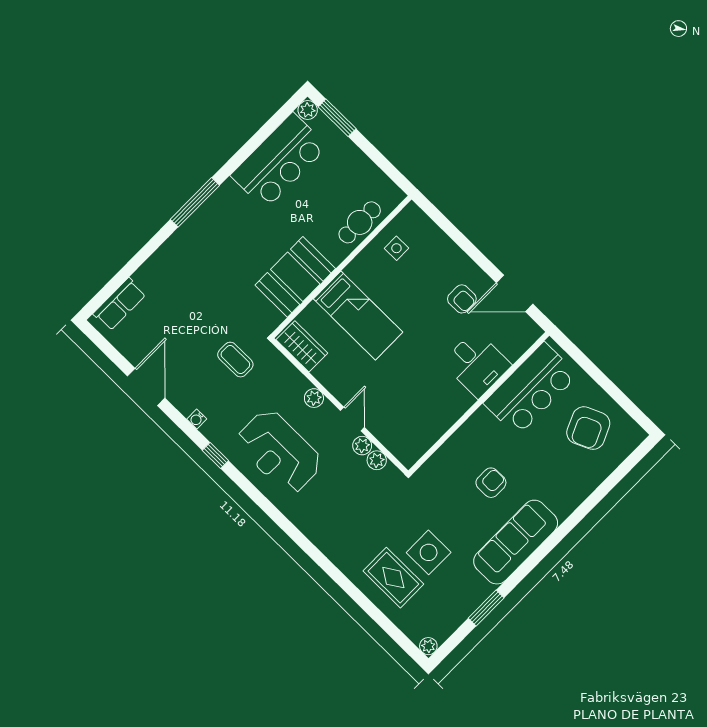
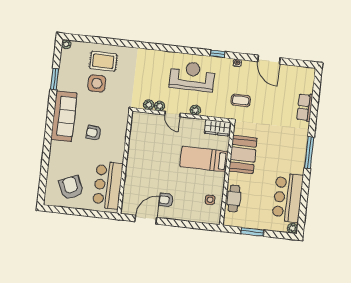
window: (337, 118) -> (252, 232), moved
row of seats: (120, 304) -> (305, 107), moved
desk: (477, 364) -> (139, 178), removed
armchair: (491, 483) -> (94, 133), turned 96

